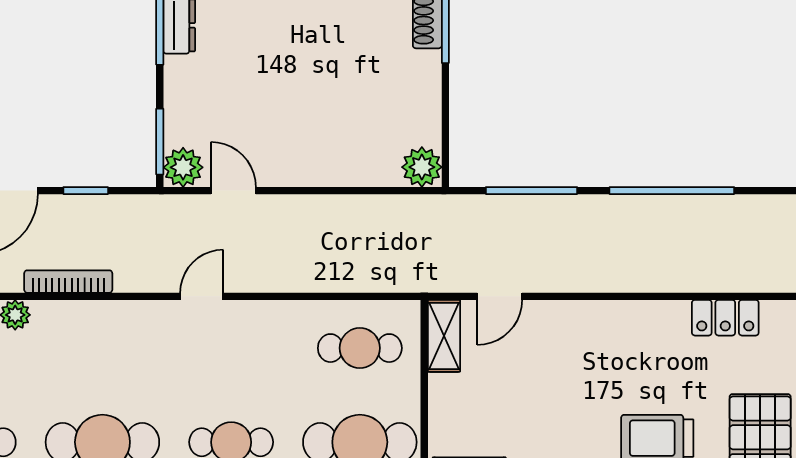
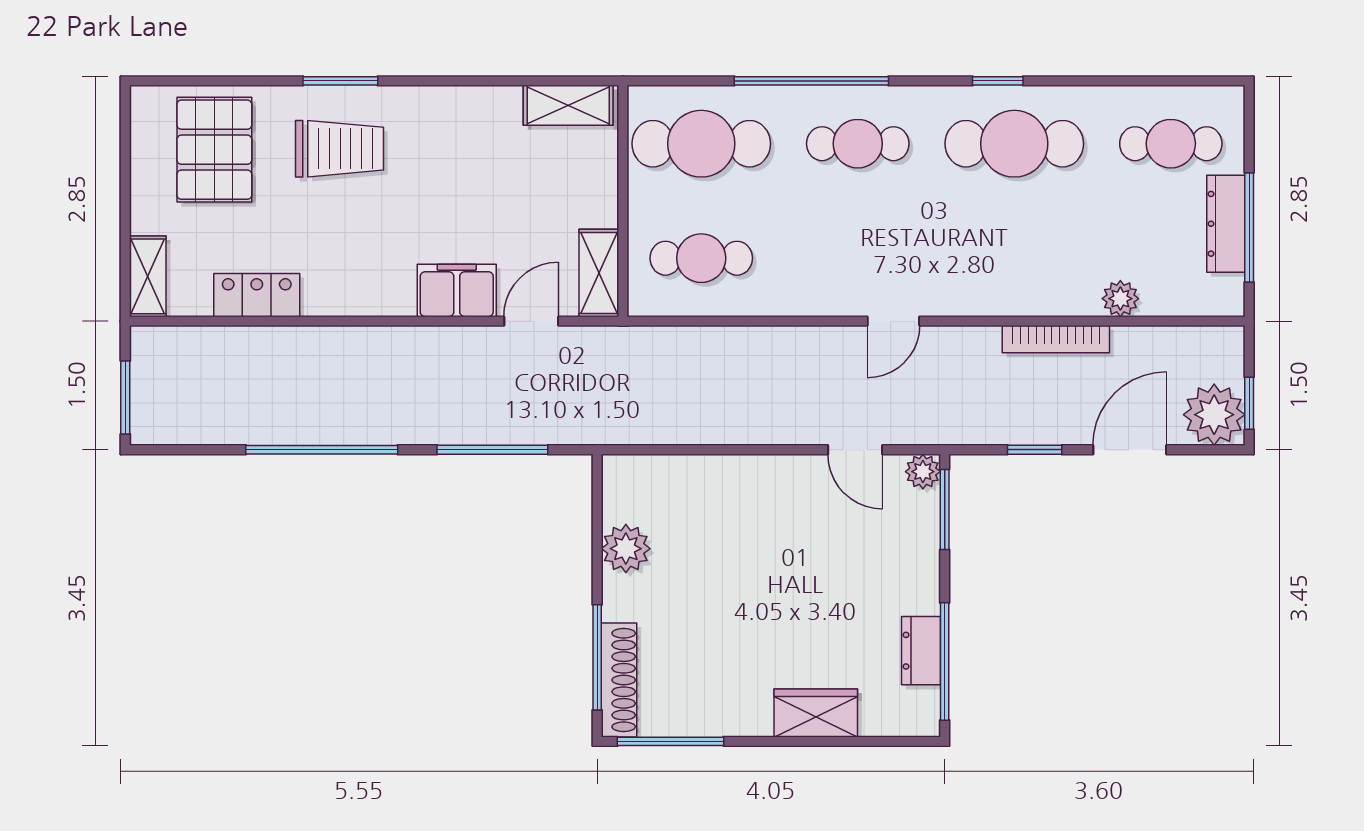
plant: (183, 167) -> (923, 472), width x0.73, depth x0.73
plant: (422, 167) -> (626, 549), moved
filing cabinet: (561, 322) -> (457, 290), added

